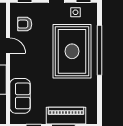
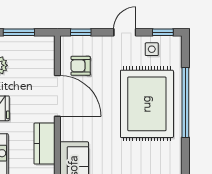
door: (8, 46) -> (57, 96), width x1.88

